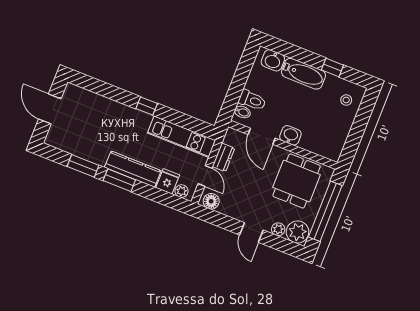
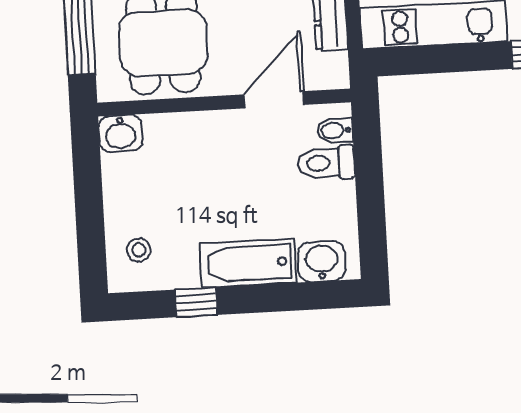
washbasin: (290, 135) -> (120, 133), moved
door: (262, 136) -> (274, 100), hinge flipped

